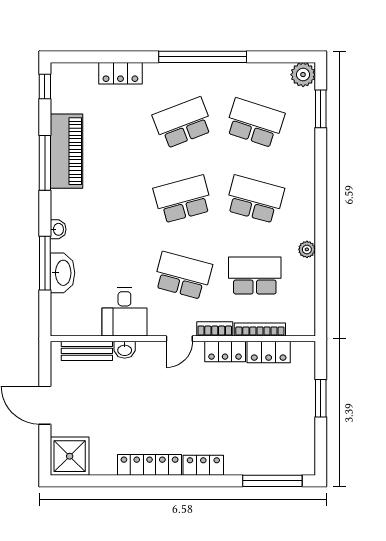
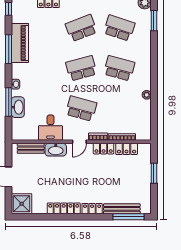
school desk: (255, 276) -> (119, 109), removed
washbasin: (125, 350) -> (56, 150), width x1.91, depth x1.45
bench: (260, 466) -> (122, 209), added

